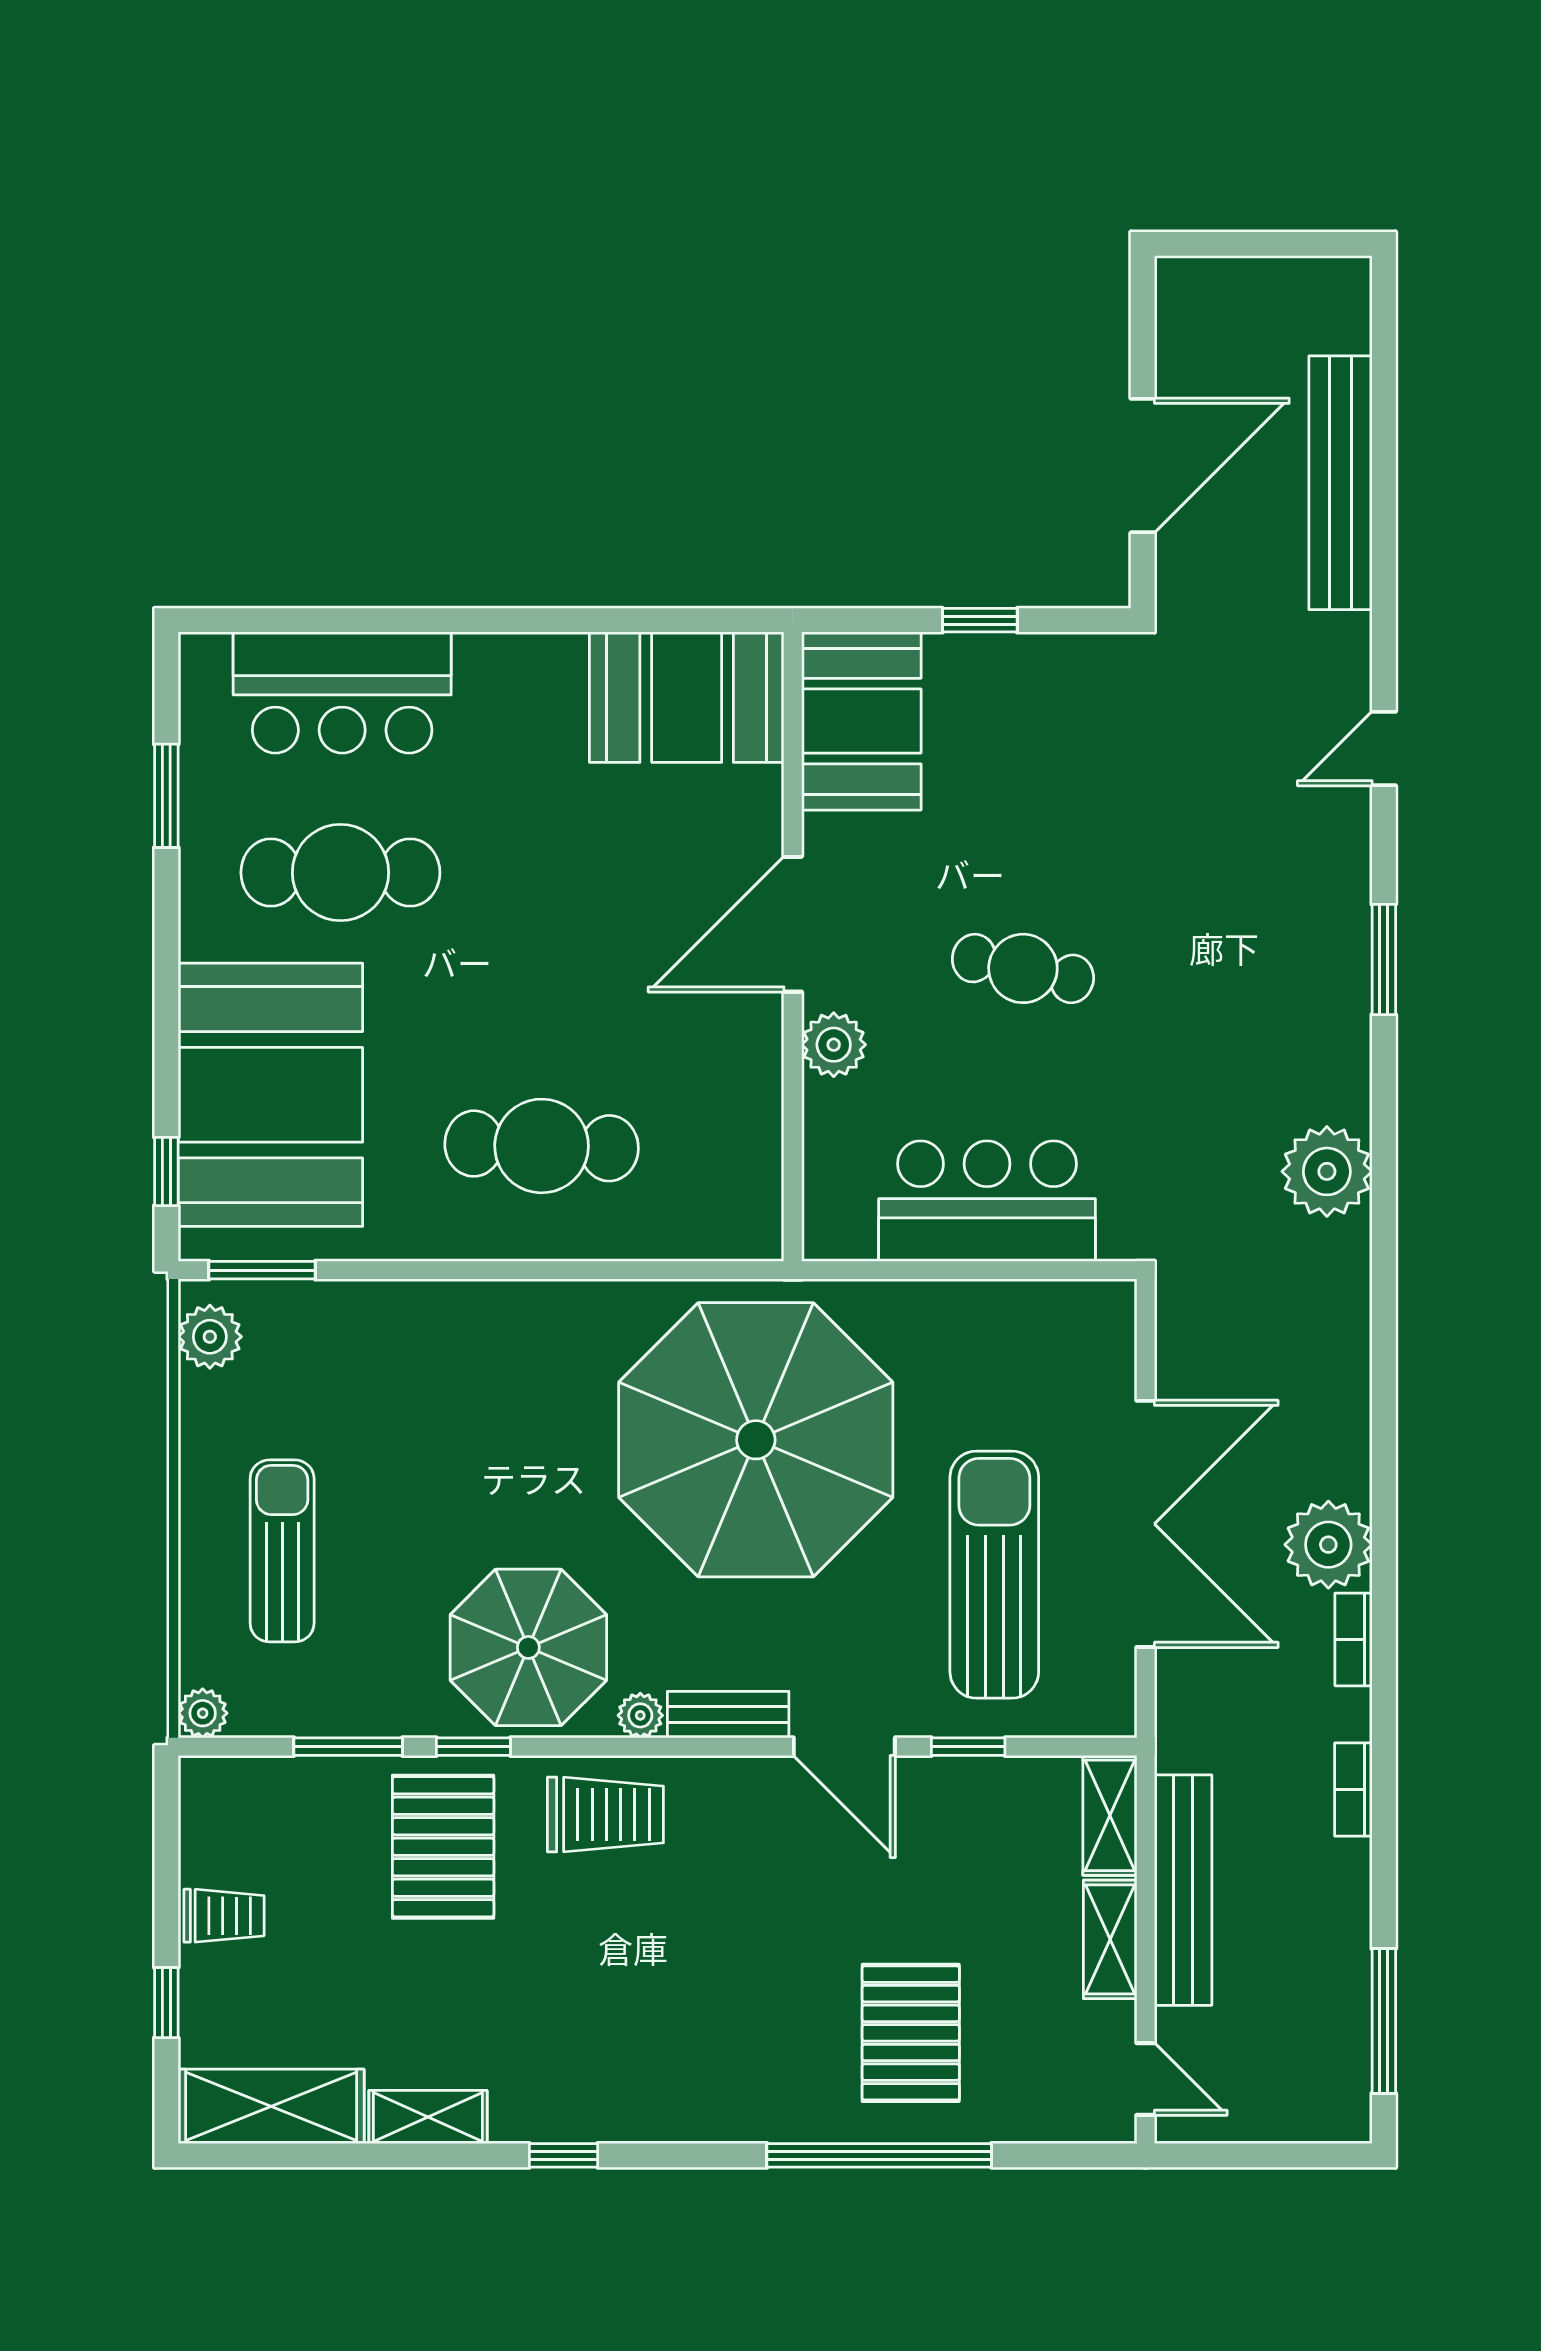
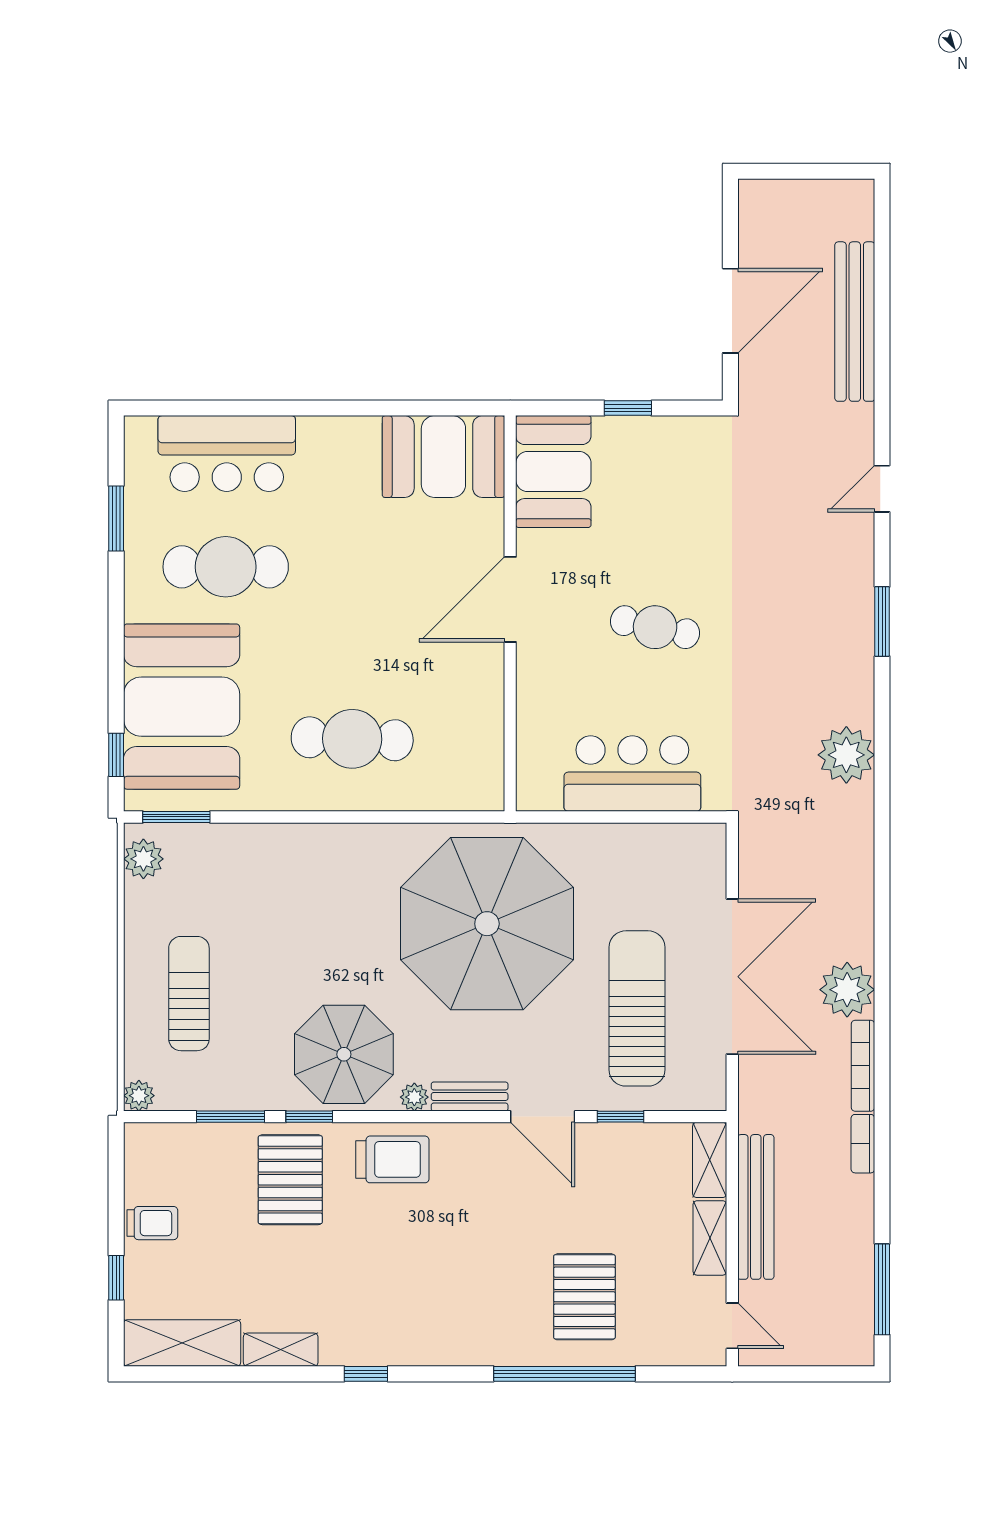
plant: (834, 1045) -> (536, 675), removed
bookcase: (1353, 1639) -> (863, 1066), width x1.56

